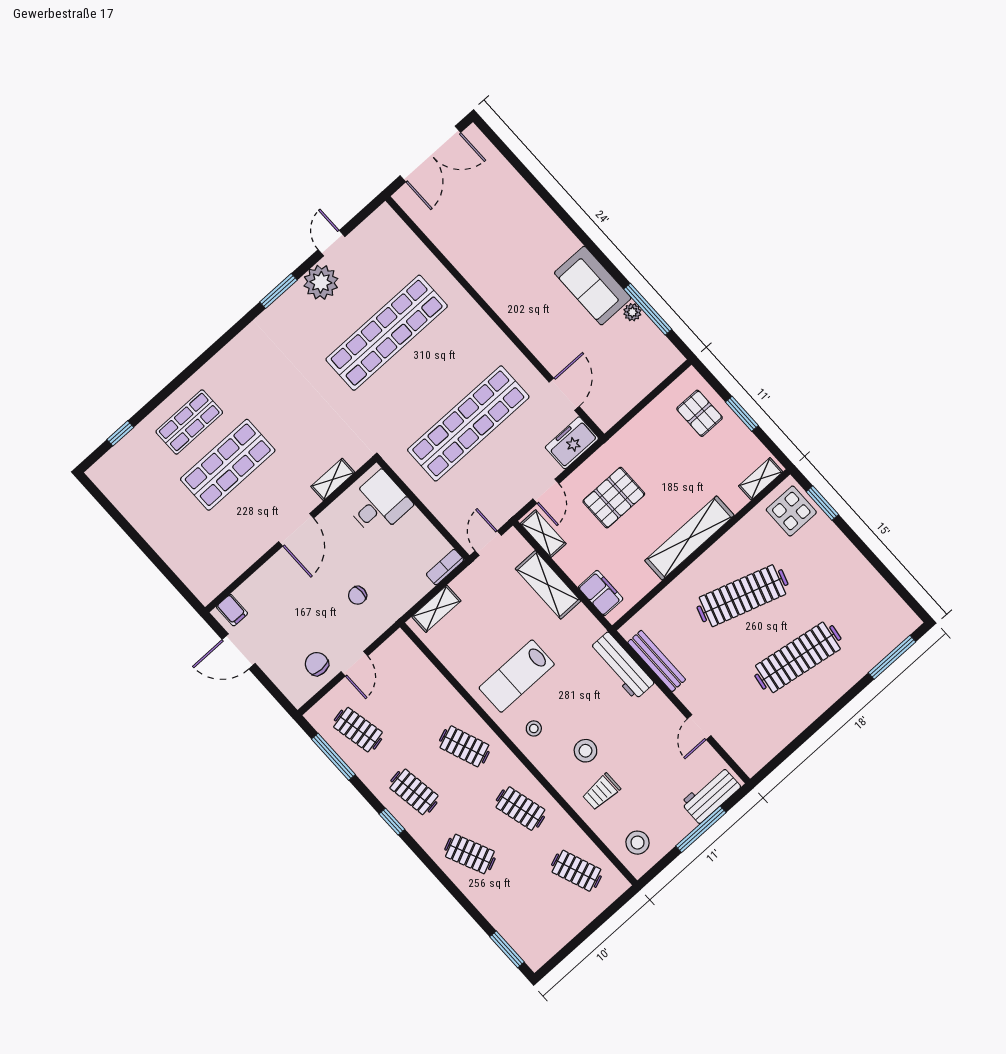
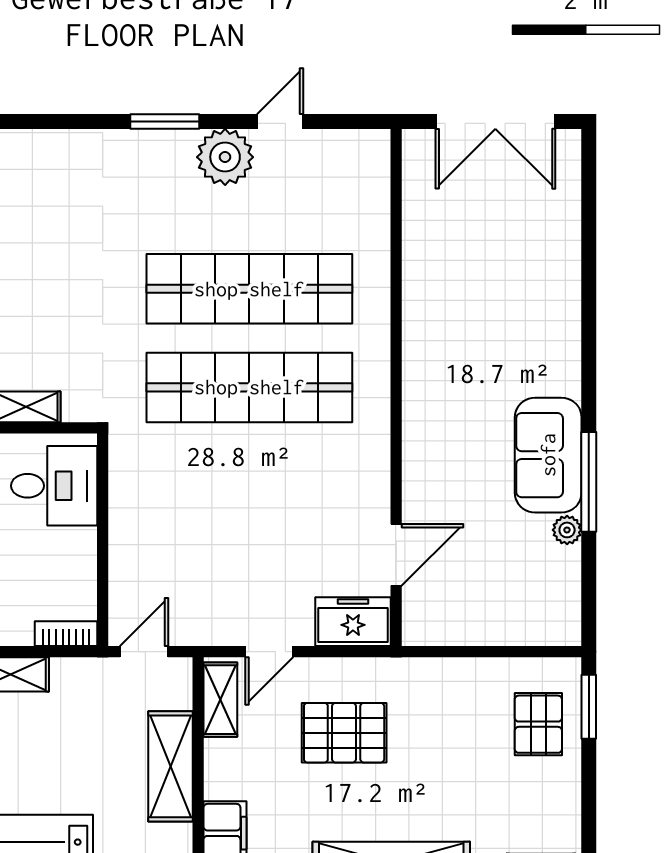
window: (648, 309) -> (589, 482), moved
window: (742, 414) -> (589, 707), moved
shop shelf: (468, 423) -> (249, 387), moved

